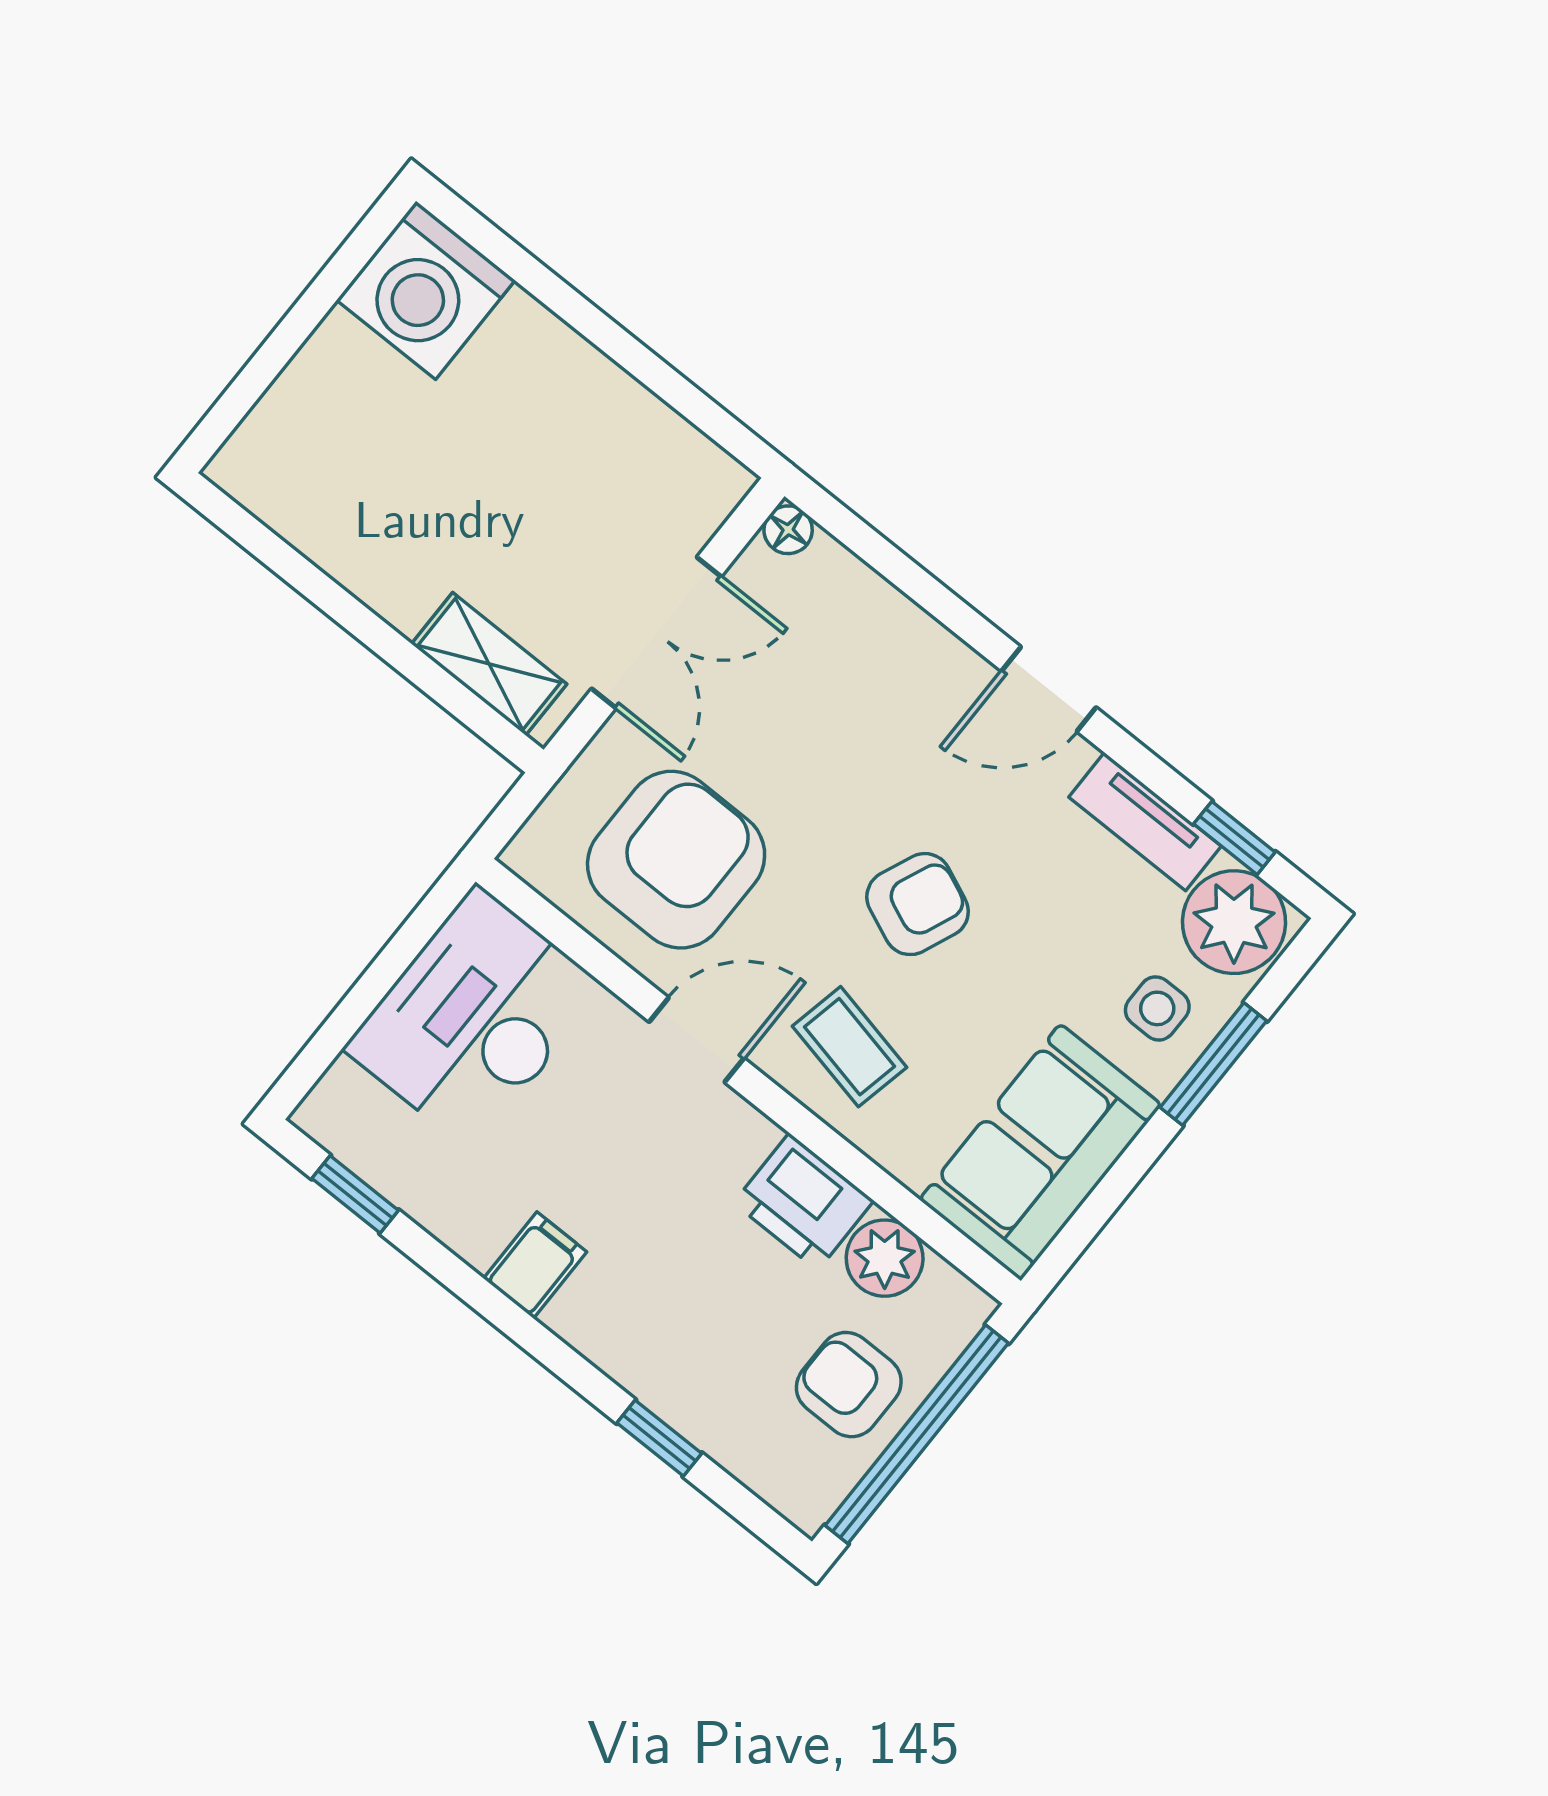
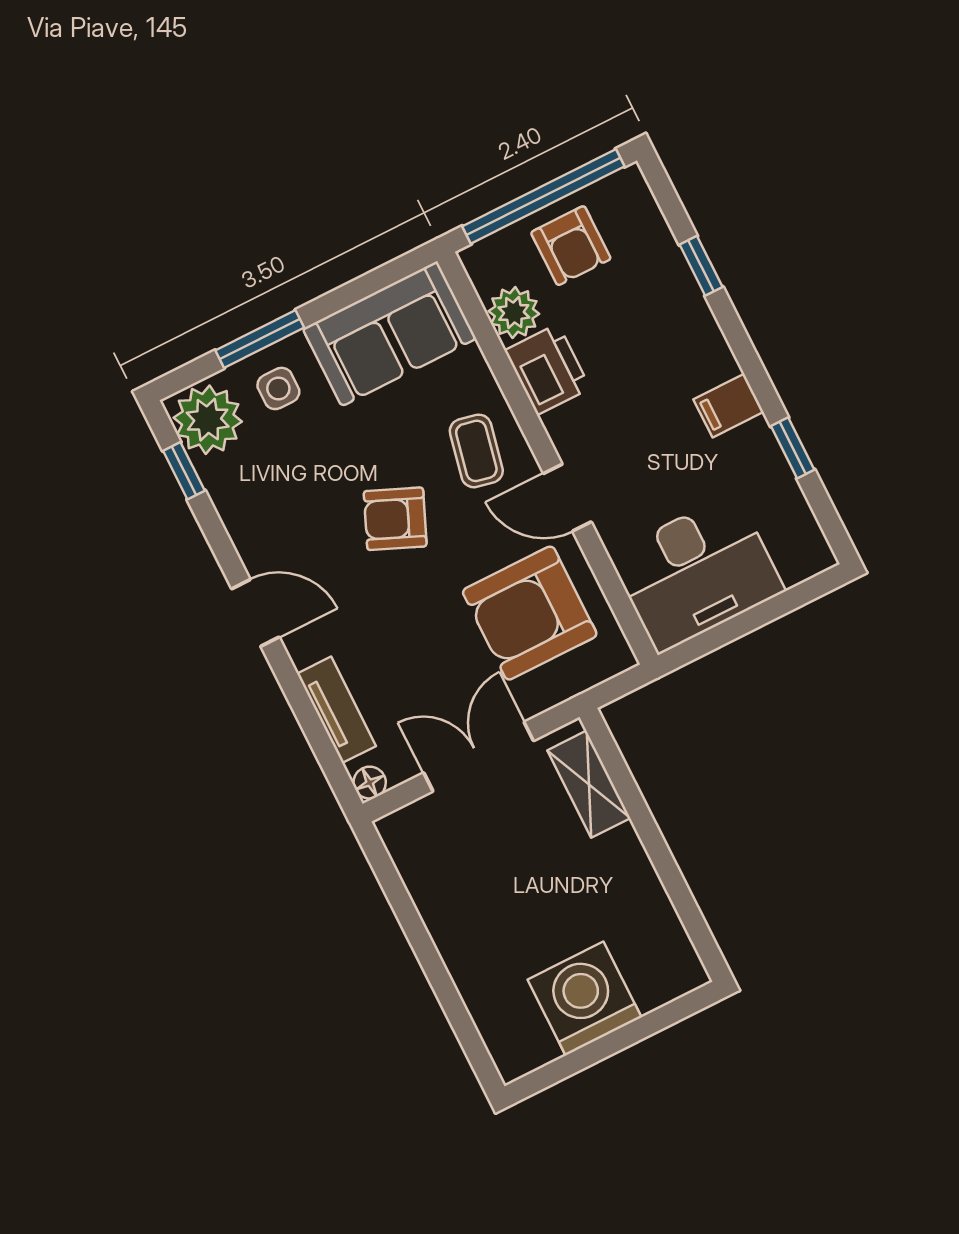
washing machine: (426, 290) -> (585, 998), moved, turned -90
tv unit: (1145, 822) -> (336, 710), moved
window: (355, 1194) -> (793, 448), moved

